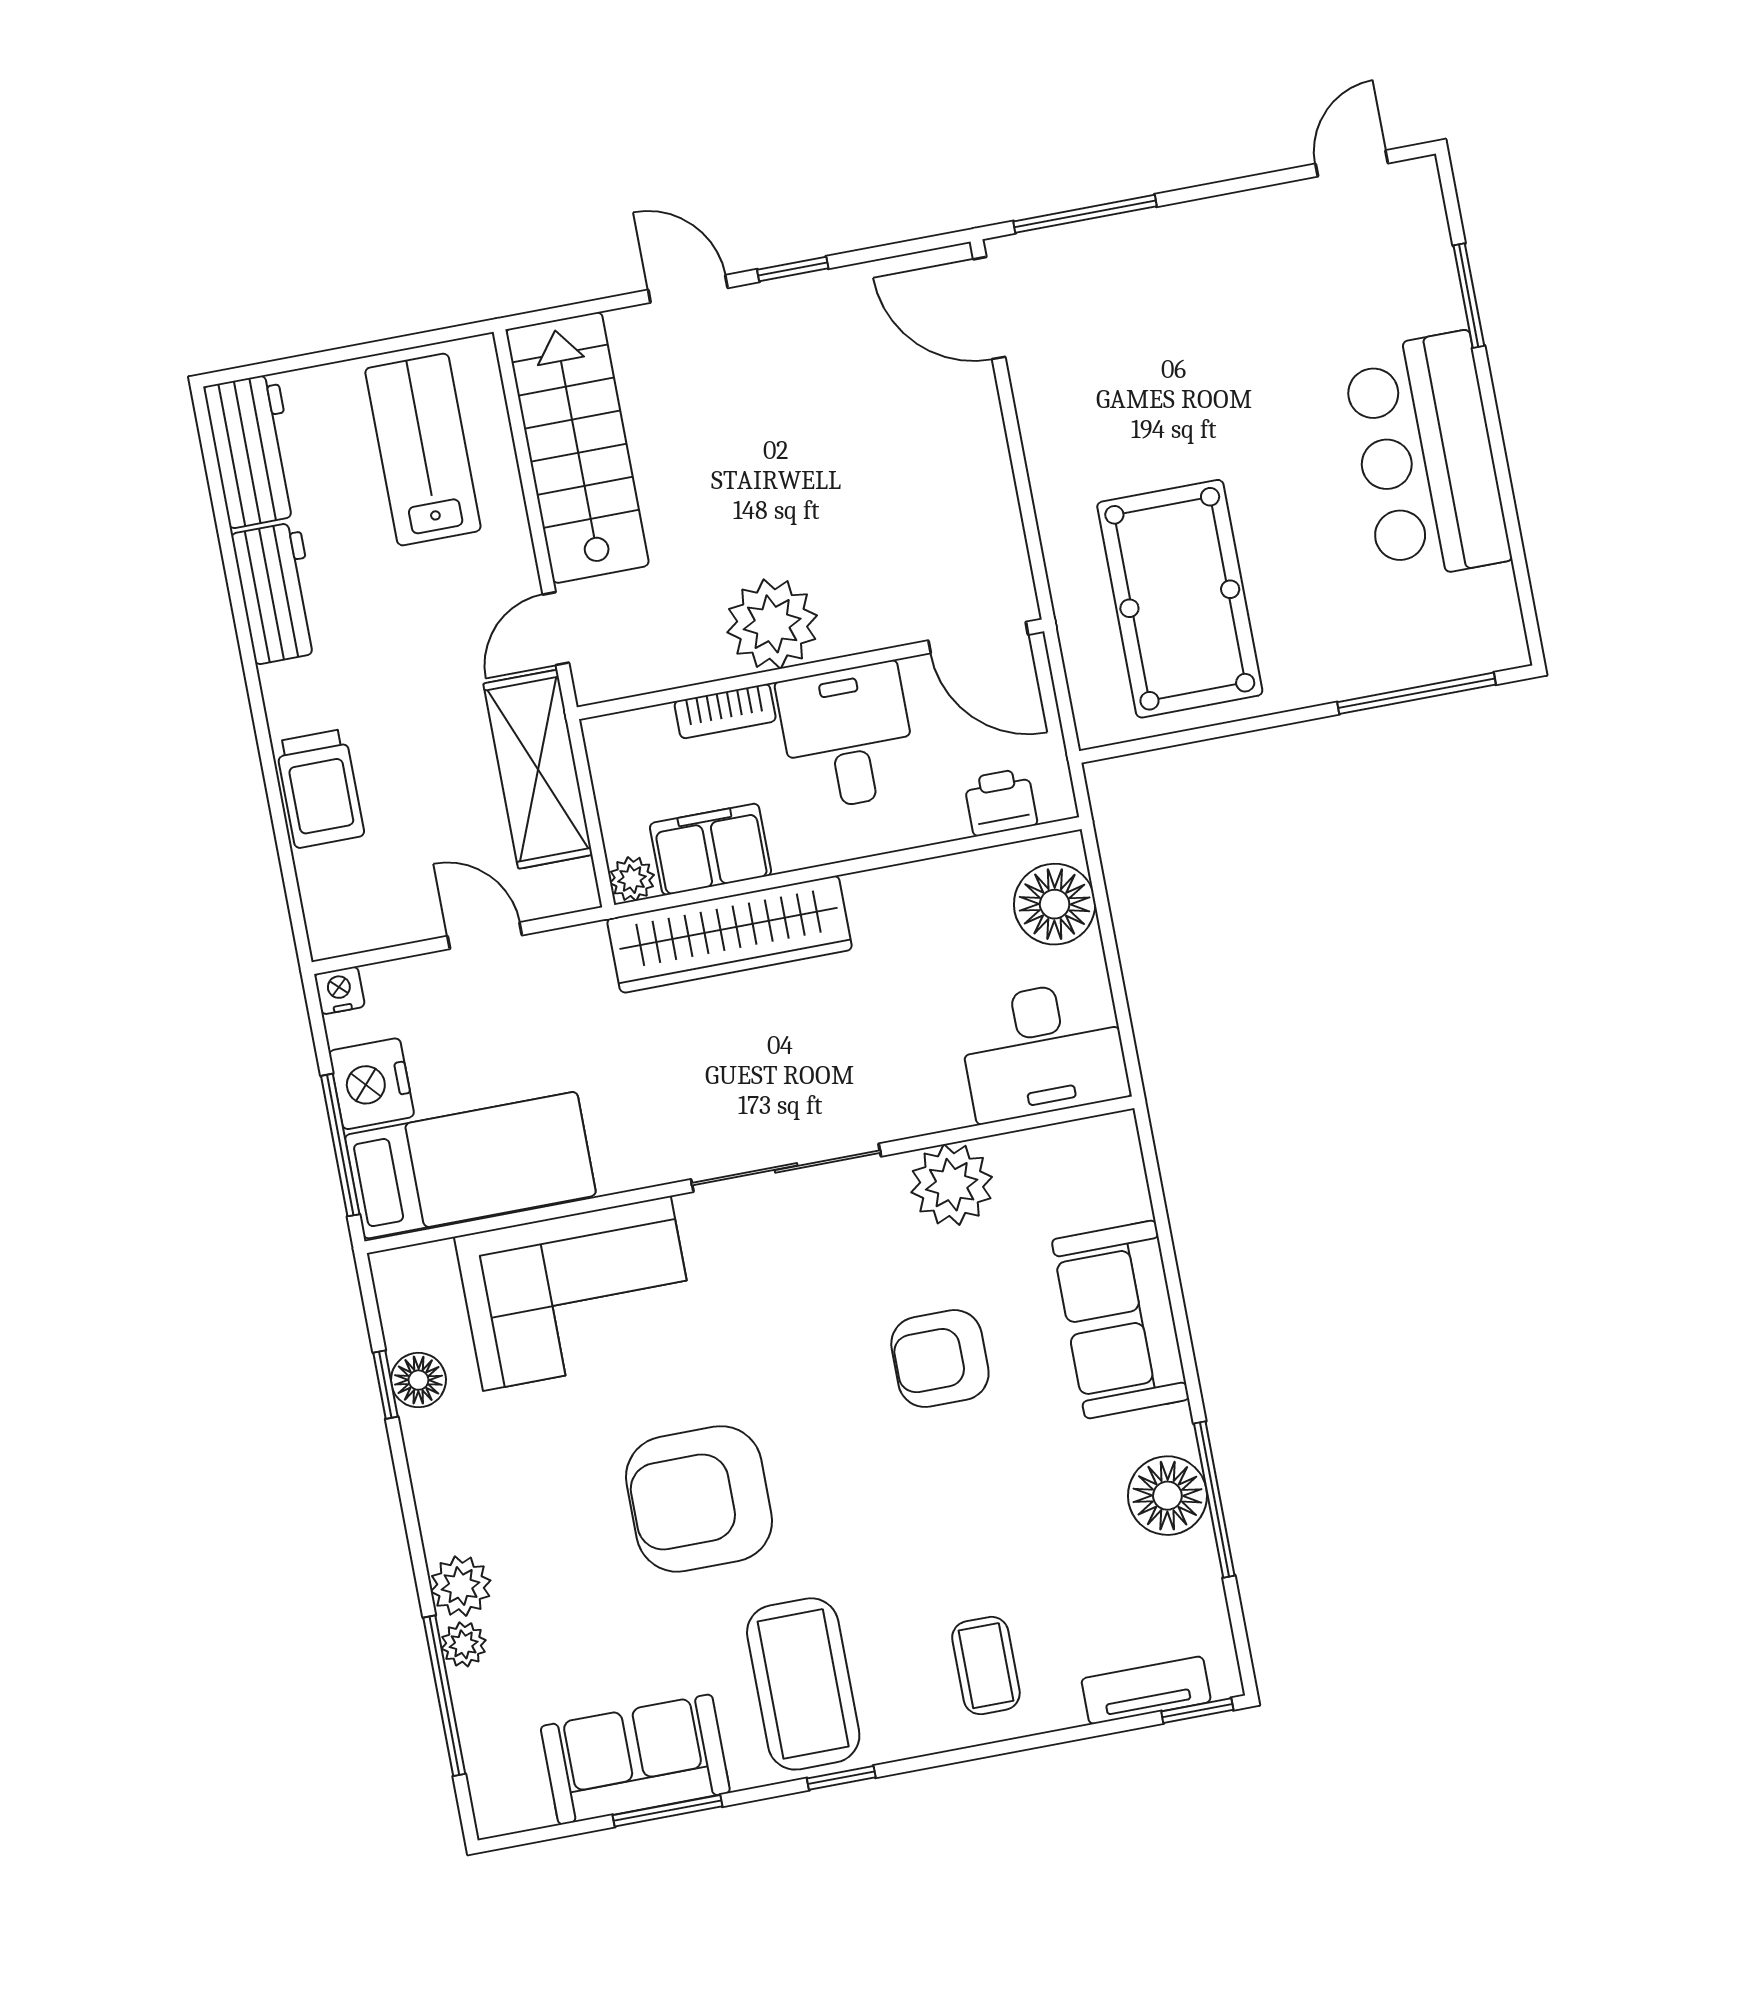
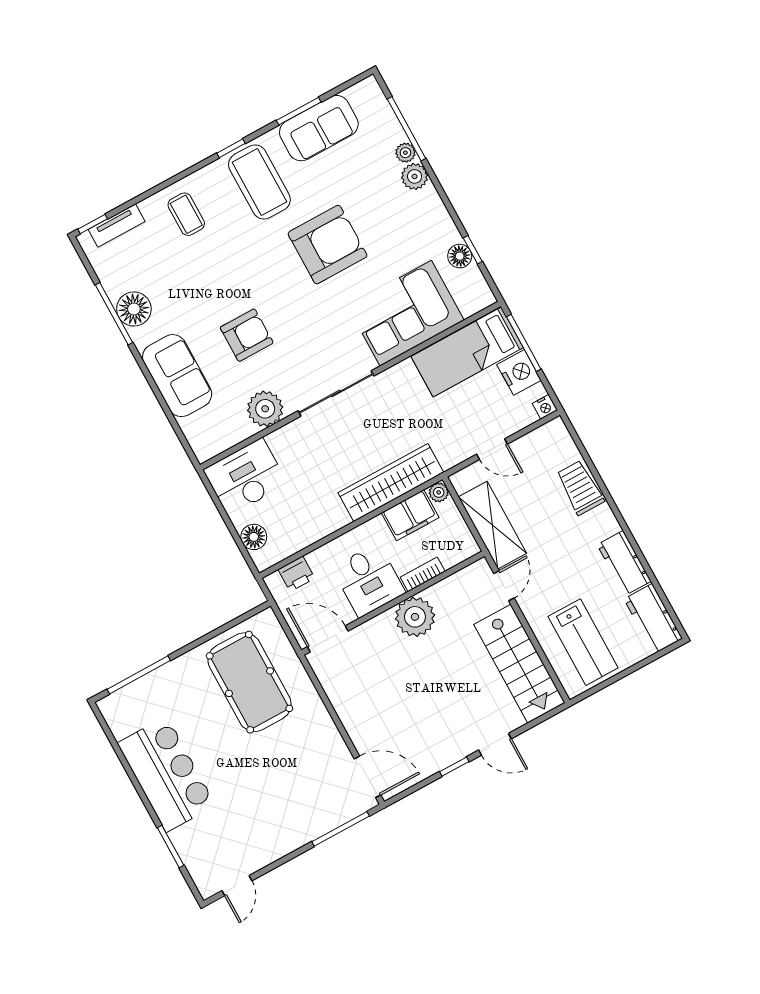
floor lamp: (1055, 904) -> (254, 537), width x0.73, depth x0.73

